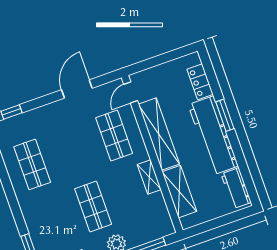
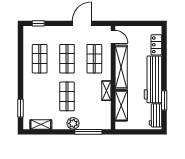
door: (131, 92) -> (113, 37), swing flipped
window: (225, 115) -> (164, 100), moved
shop shelf: (73, 150) -> (67, 59), added

